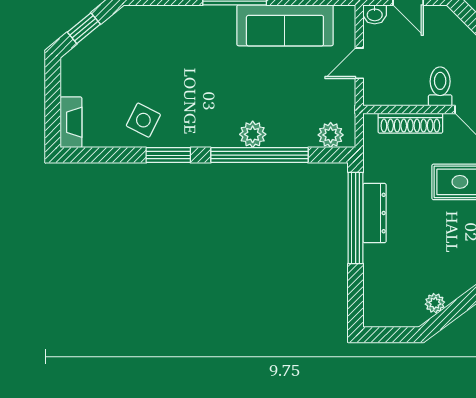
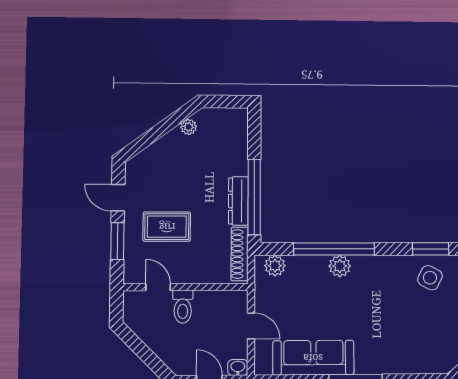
door: (359, 63) -> (251, 326), hinge flipped
shoe rack: (410, 123) -> (240, 254), moved, turned -90
window: (168, 155) -> (431, 249), moved

